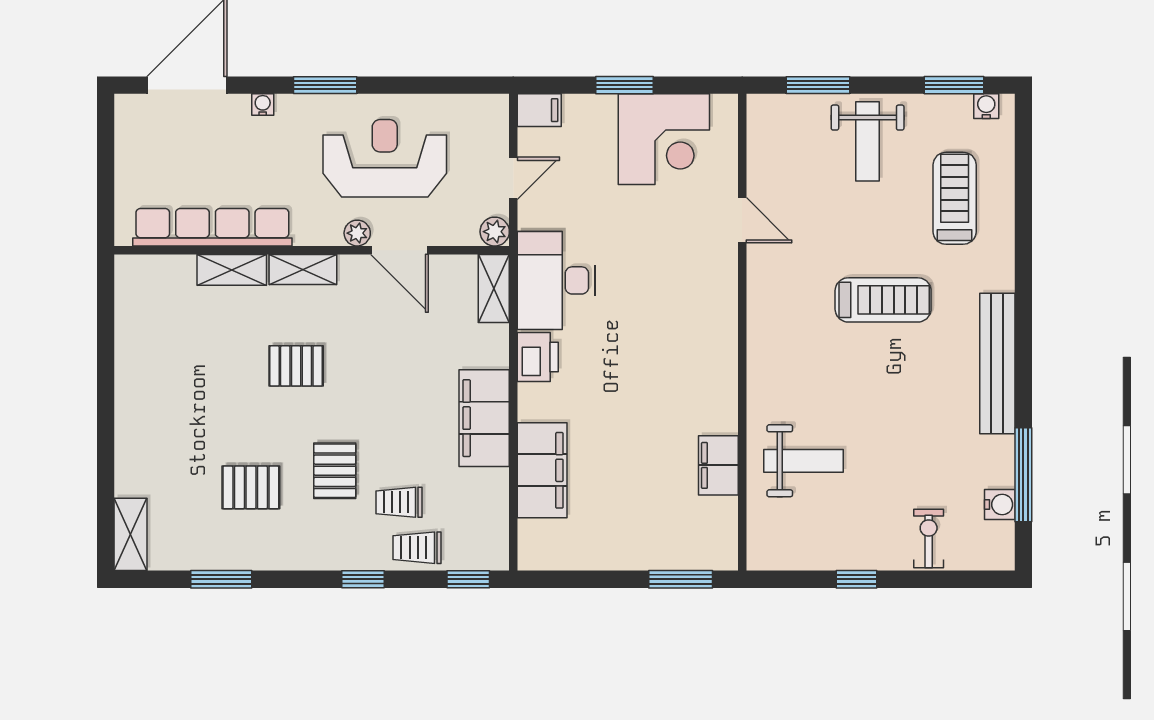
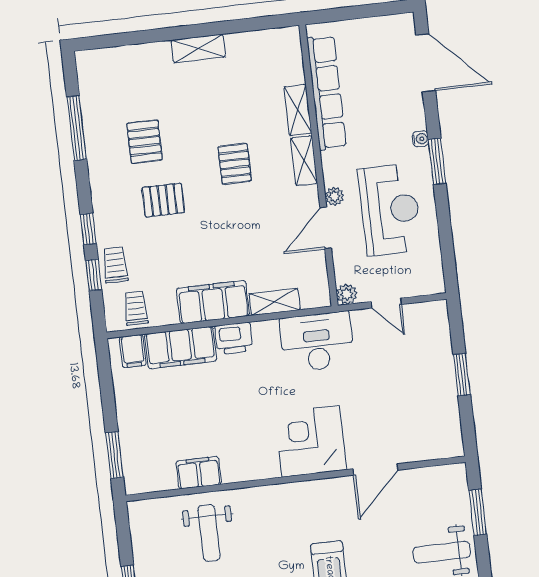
water cooler: (263, 105) -> (420, 139), moved
filing cabinet: (539, 110) -> (133, 351), moved
corner desk: (664, 139) -> (311, 441), moved, turned 90
door: (742, 220) -> (375, 470), width x1.38
shelving: (494, 288) -> (275, 302), moved
printer: (538, 357) -> (234, 338), moved
trolley: (399, 502) -> (136, 308), moved
shelving: (131, 534) -> (198, 49), moved
window: (221, 579) -> (77, 128), width x1.44
window: (468, 579) -> (94, 275), moved

